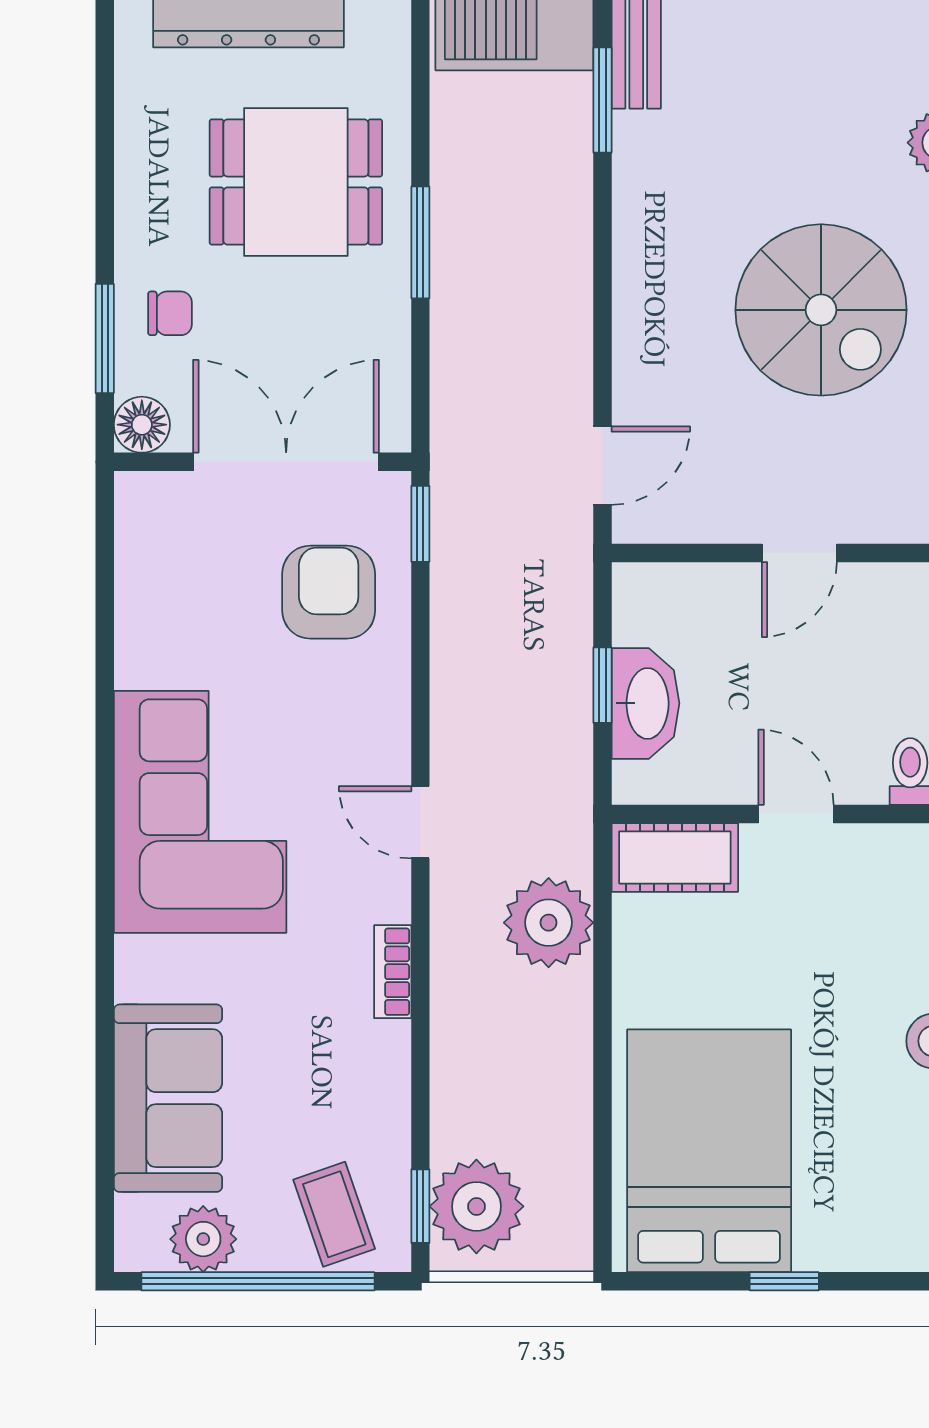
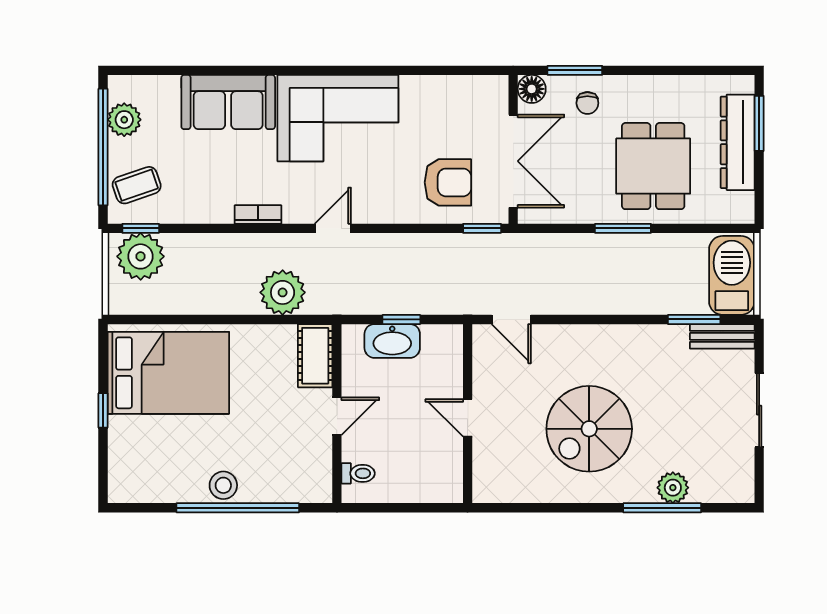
sofa: (168, 1098) -> (228, 102), moved

